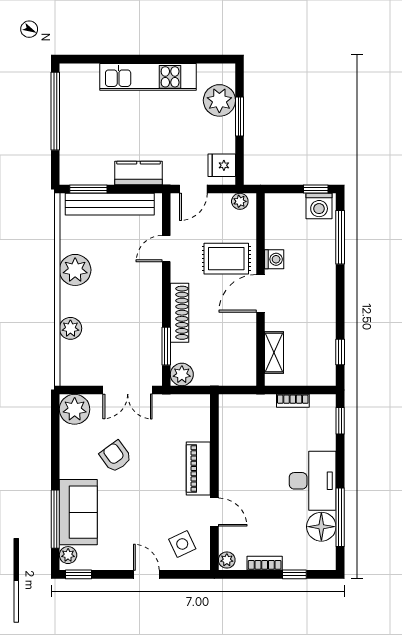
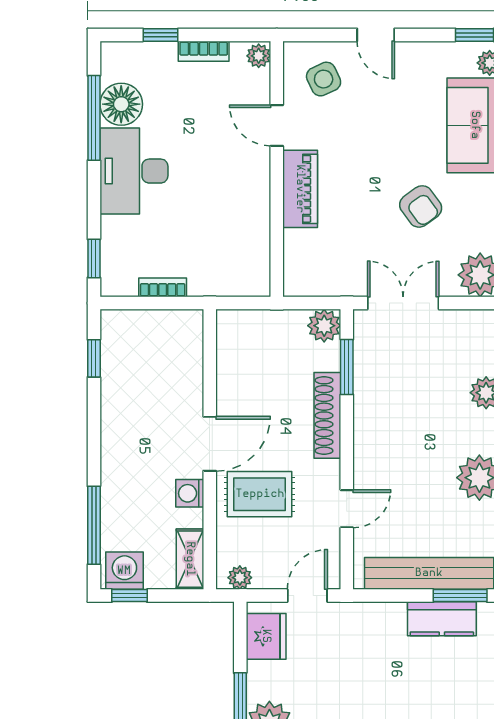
fridge: (222, 165) -> (266, 636), width x1.38
kitchen counter: (138, 173) -> (442, 619), moved
shelving: (274, 352) -> (190, 559), moved

